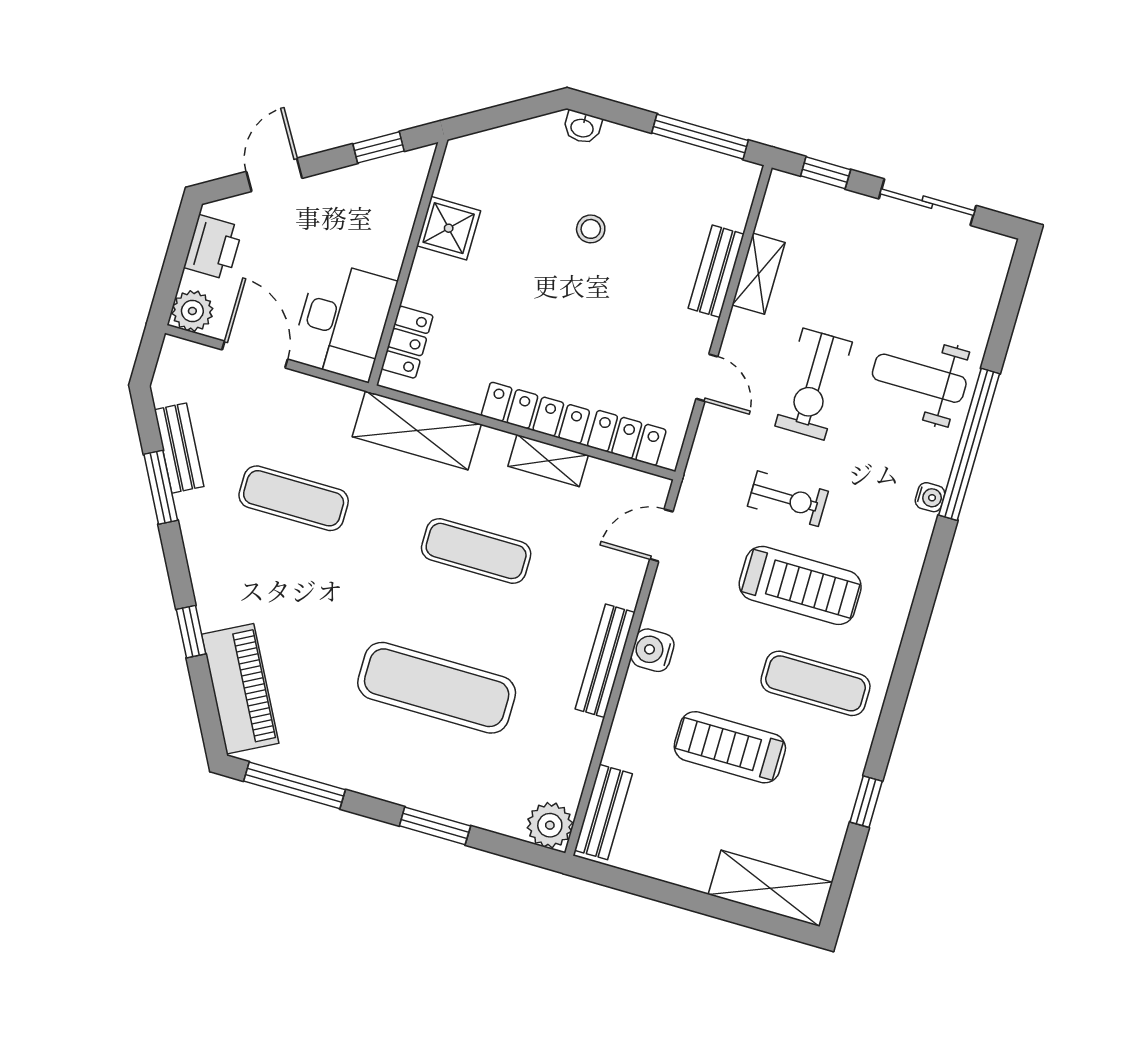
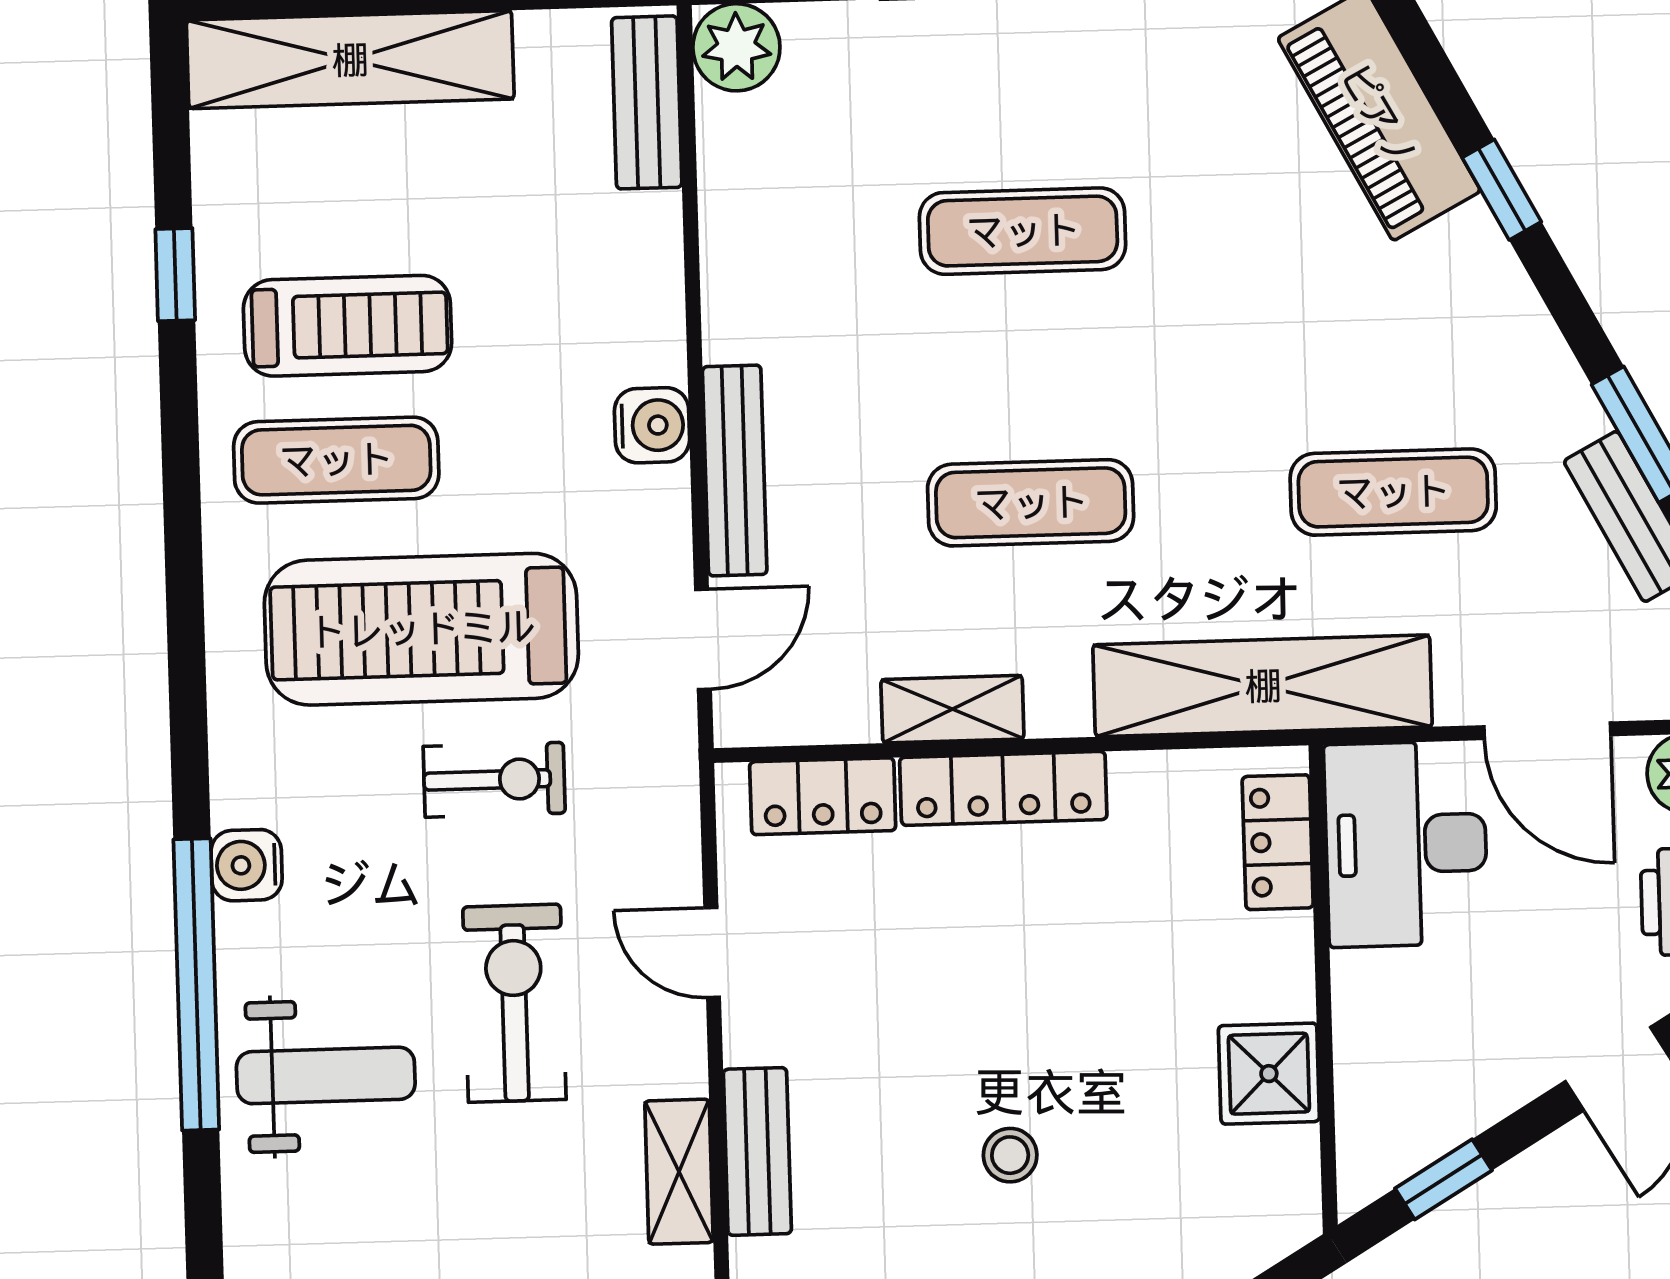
shelving: (417, 430) -> (1263, 686), width x1.47
water cooler: (930, 497) -> (247, 865), width x1.38, depth x1.38
exercise bike: (788, 499) -> (494, 780), turned 180
treadmill: (800, 585) -> (421, 629), width x1.37, depth x1.38
bench: (605, 661) -> (735, 470), moved
exercise mat: (437, 688) -> (1023, 231), width x0.73, depth x0.69
treadmill: (730, 747) -> (347, 326), moved
shelving: (770, 888) -> (350, 60), width x1.47

